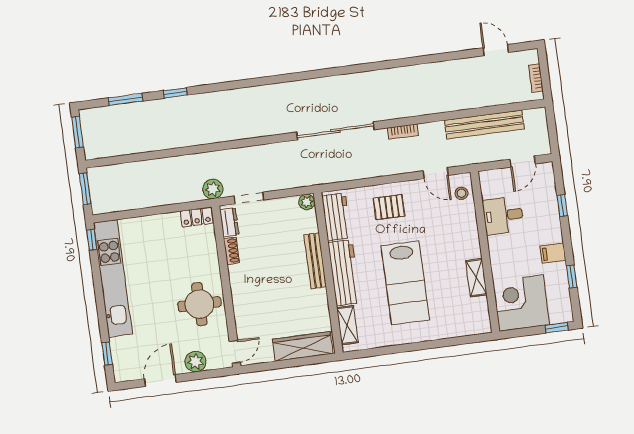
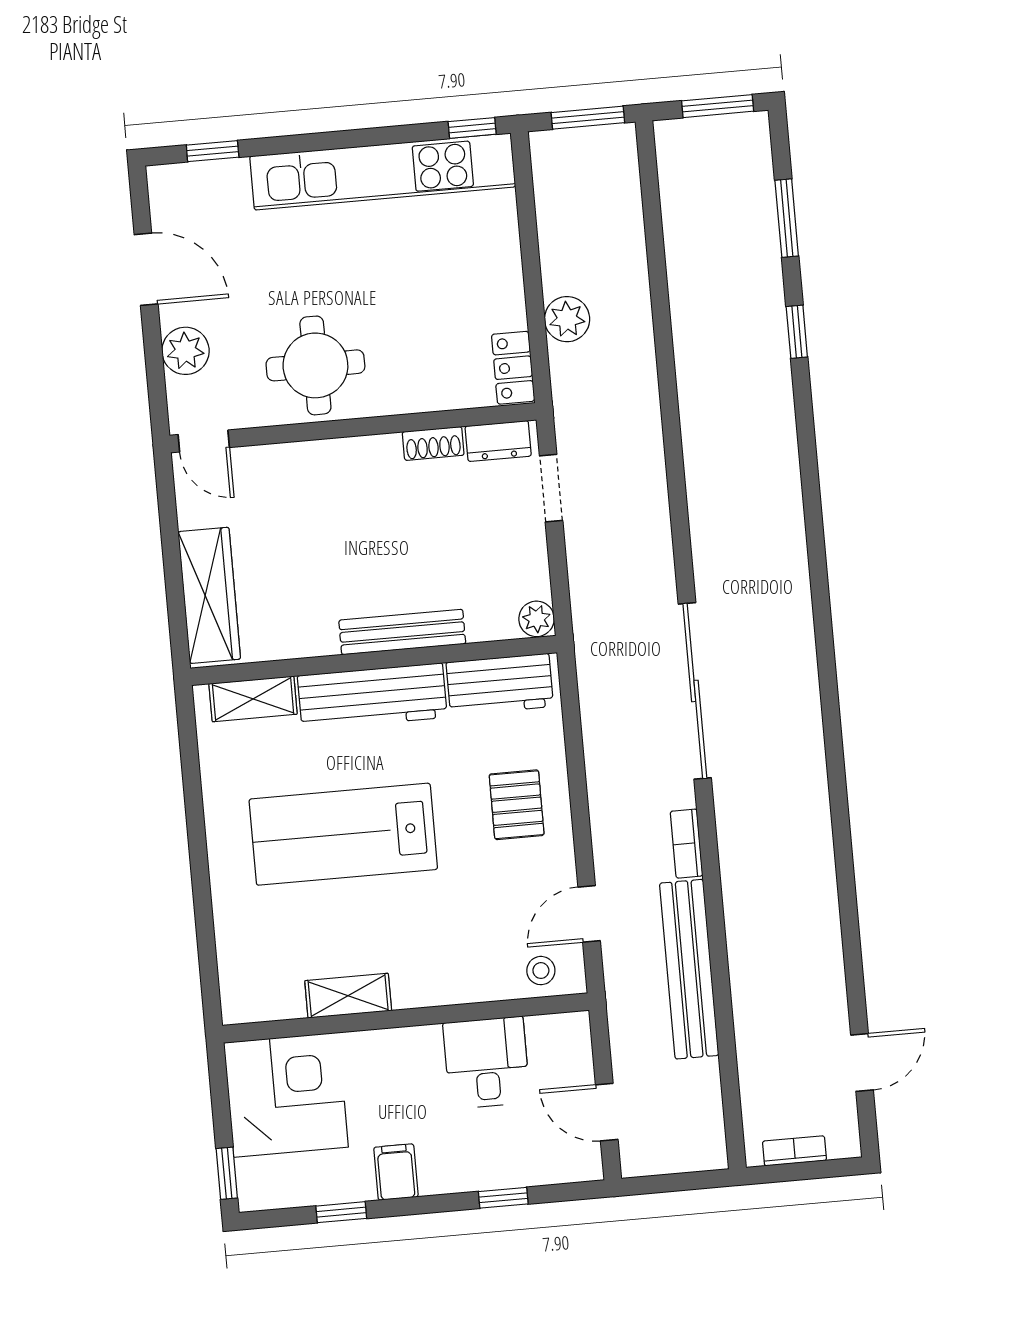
bench: (484, 124) -> (689, 969), moved
plant: (213, 189) -> (567, 319), moved

